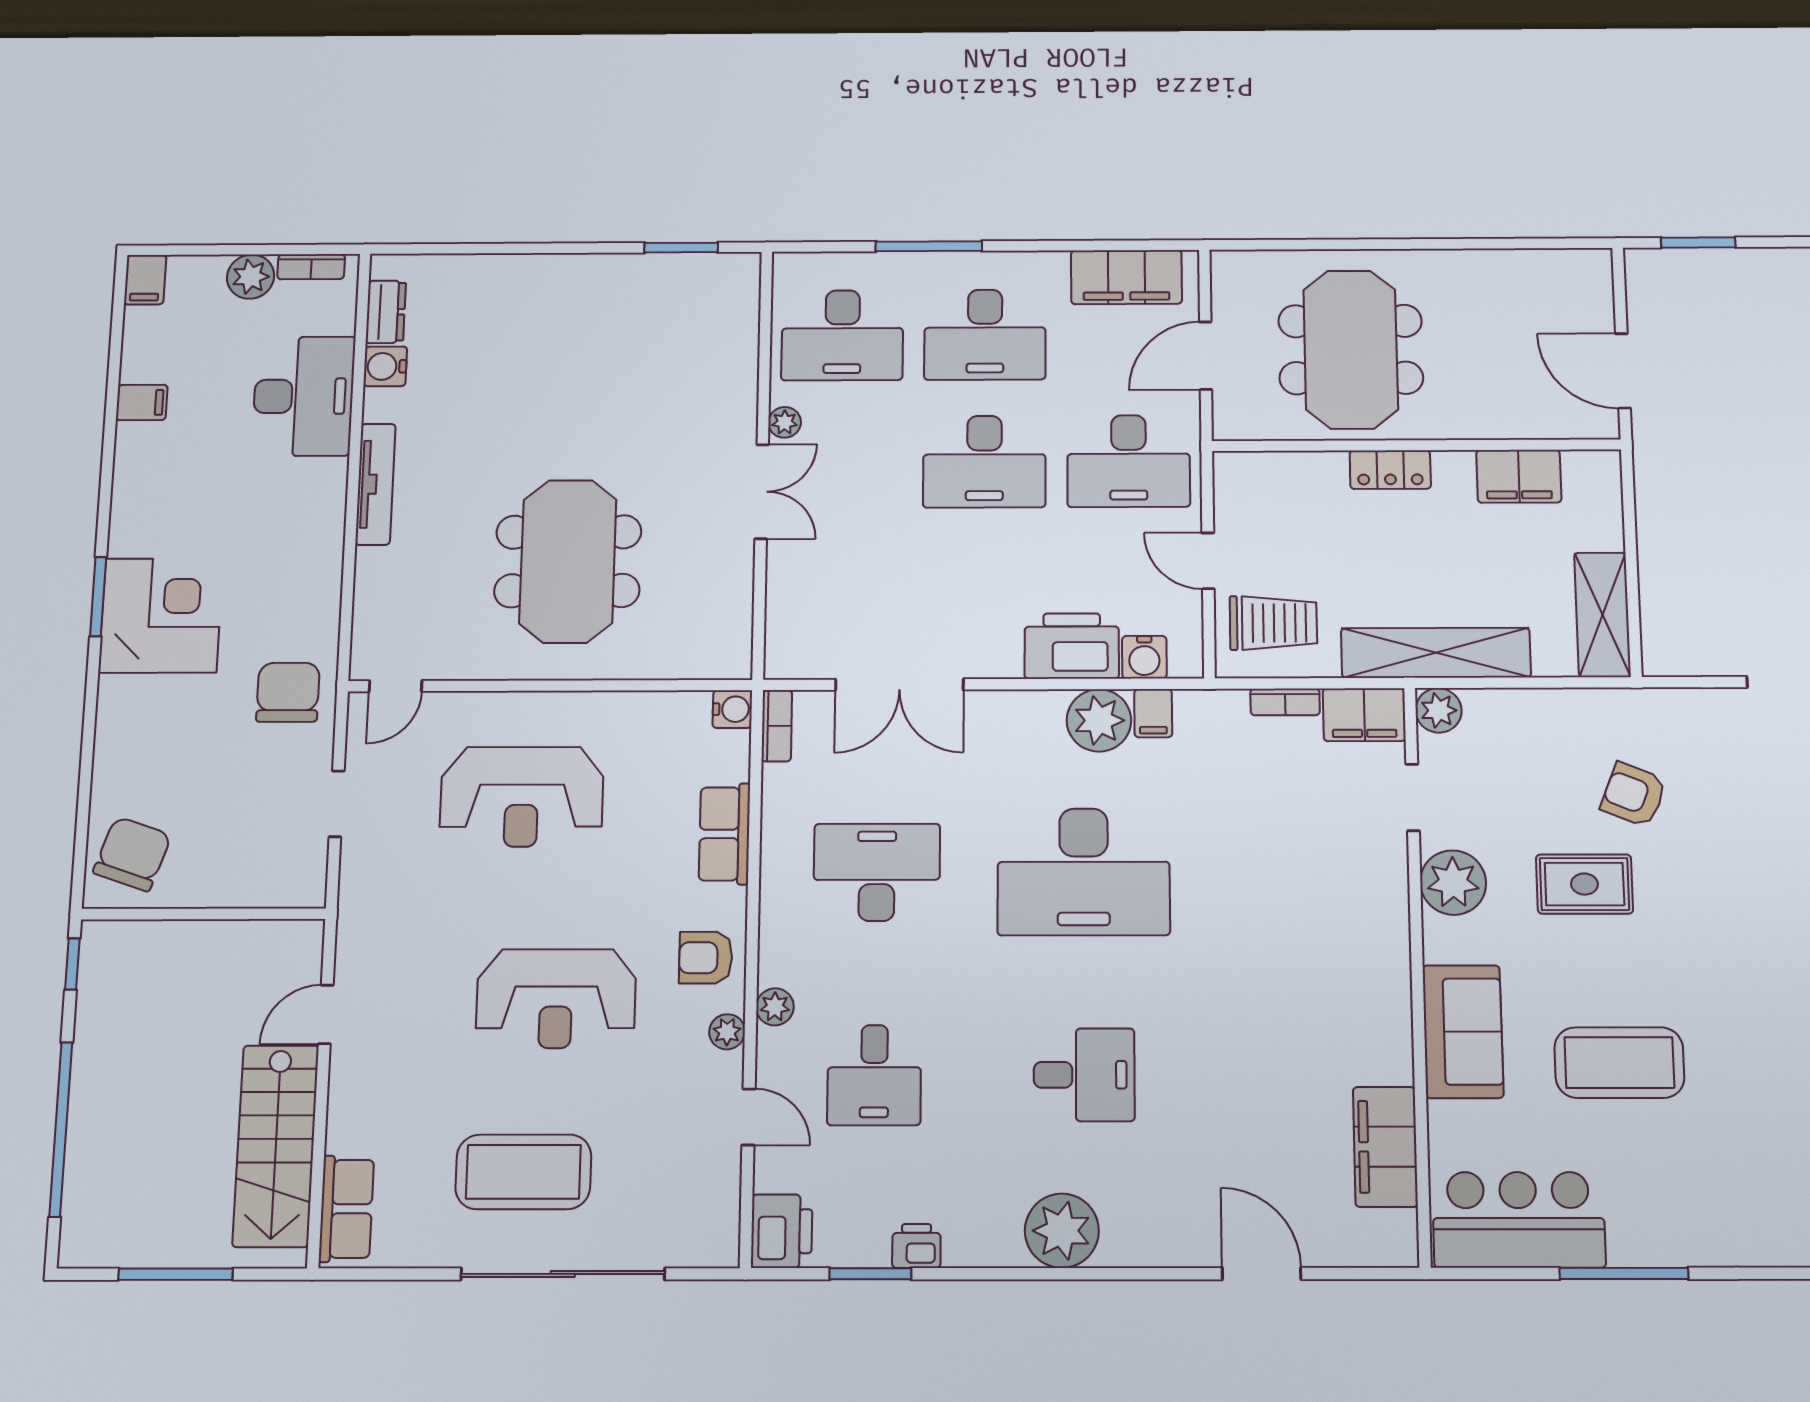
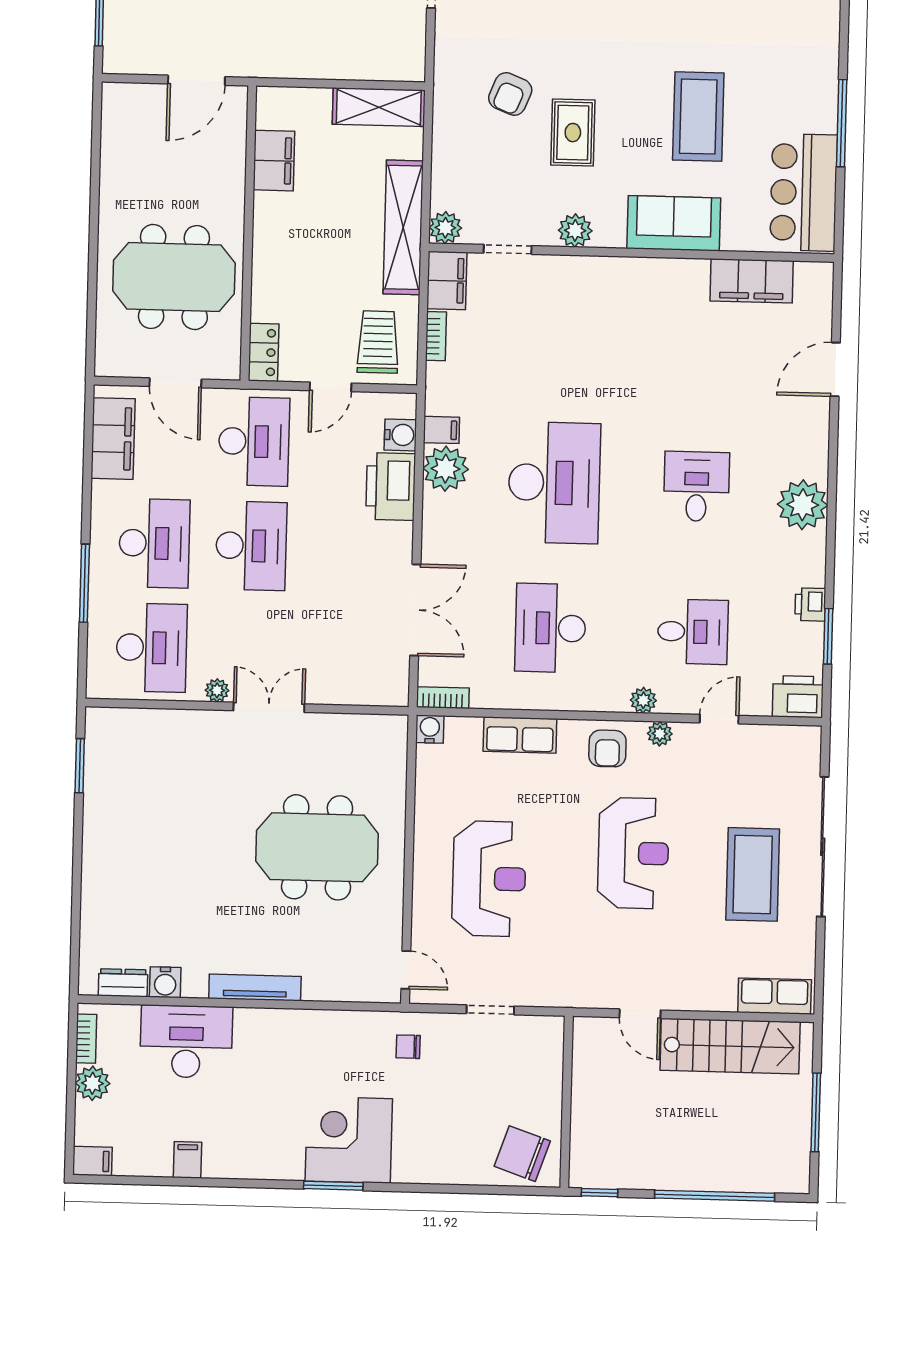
locker: (1390, 470) -> (264, 352), moved
chair: (288, 692) -> (408, 1047), width x0.54, depth x0.54
plant: (1453, 883) -> (575, 231), width x0.73, depth x0.73

